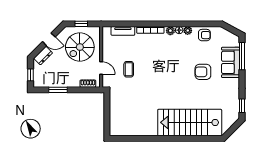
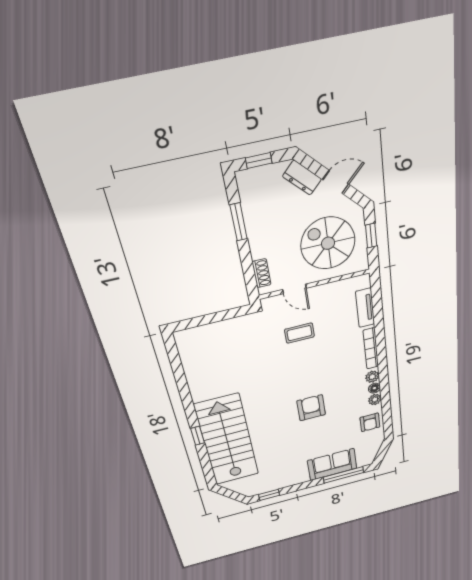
door: (49, 39) -> (336, 182), swing flipped
door: (101, 68) -> (294, 289), hinge flipped
armchair: (203, 72) -> (311, 408), moved
window: (181, 138) -> (198, 436), added

